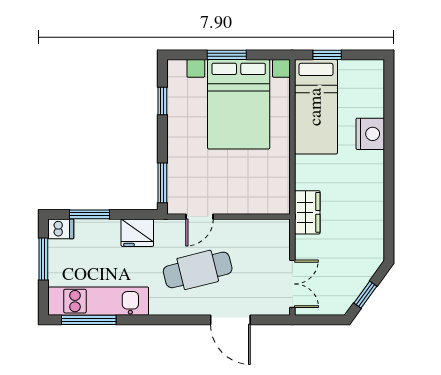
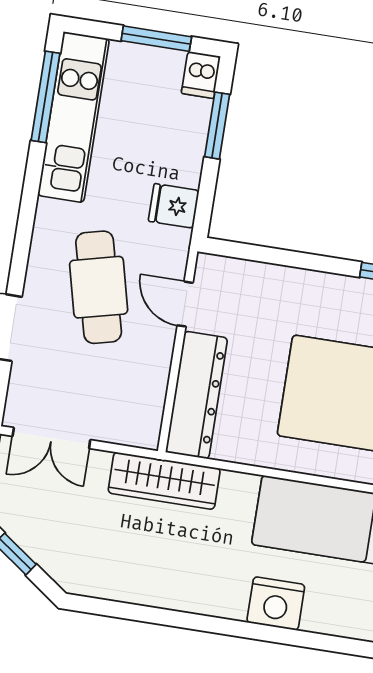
window: (162, 183) -> (250, 252), removed
dresser: (253, 201) -> (197, 395), added
wardrobe: (307, 212) -> (164, 481), width x1.50
fridge: (137, 233) -> (174, 206), width x0.72

